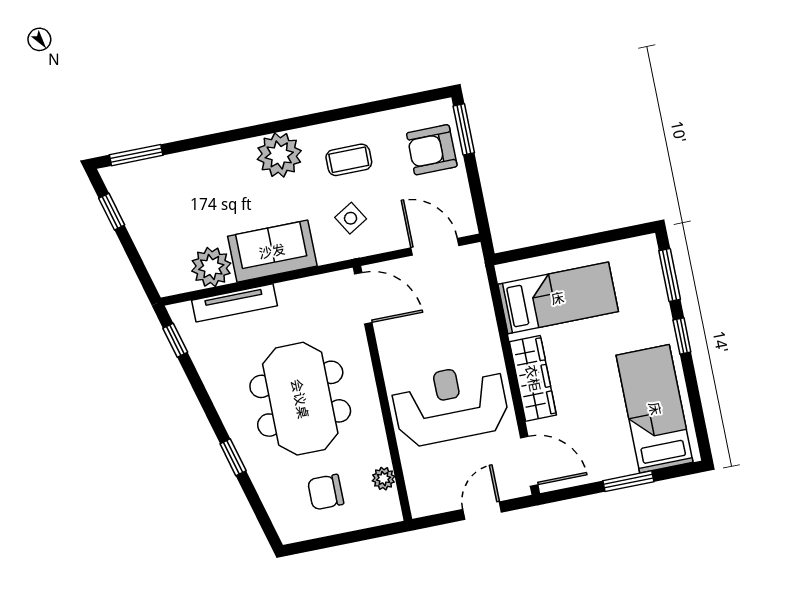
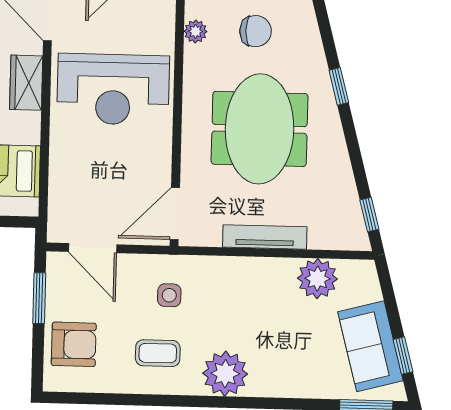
window: (464, 129) -> (39, 298), moved
side table: (351, 218) -> (169, 295), turned 31
sofa: (272, 251) -> (370, 346), moved, turned 75
door: (363, 298) -> (175, 214), hinge flipped
tv unit: (234, 303) -> (265, 237), moved
wardrobe: (533, 378) -> (26, 83), width x0.67

